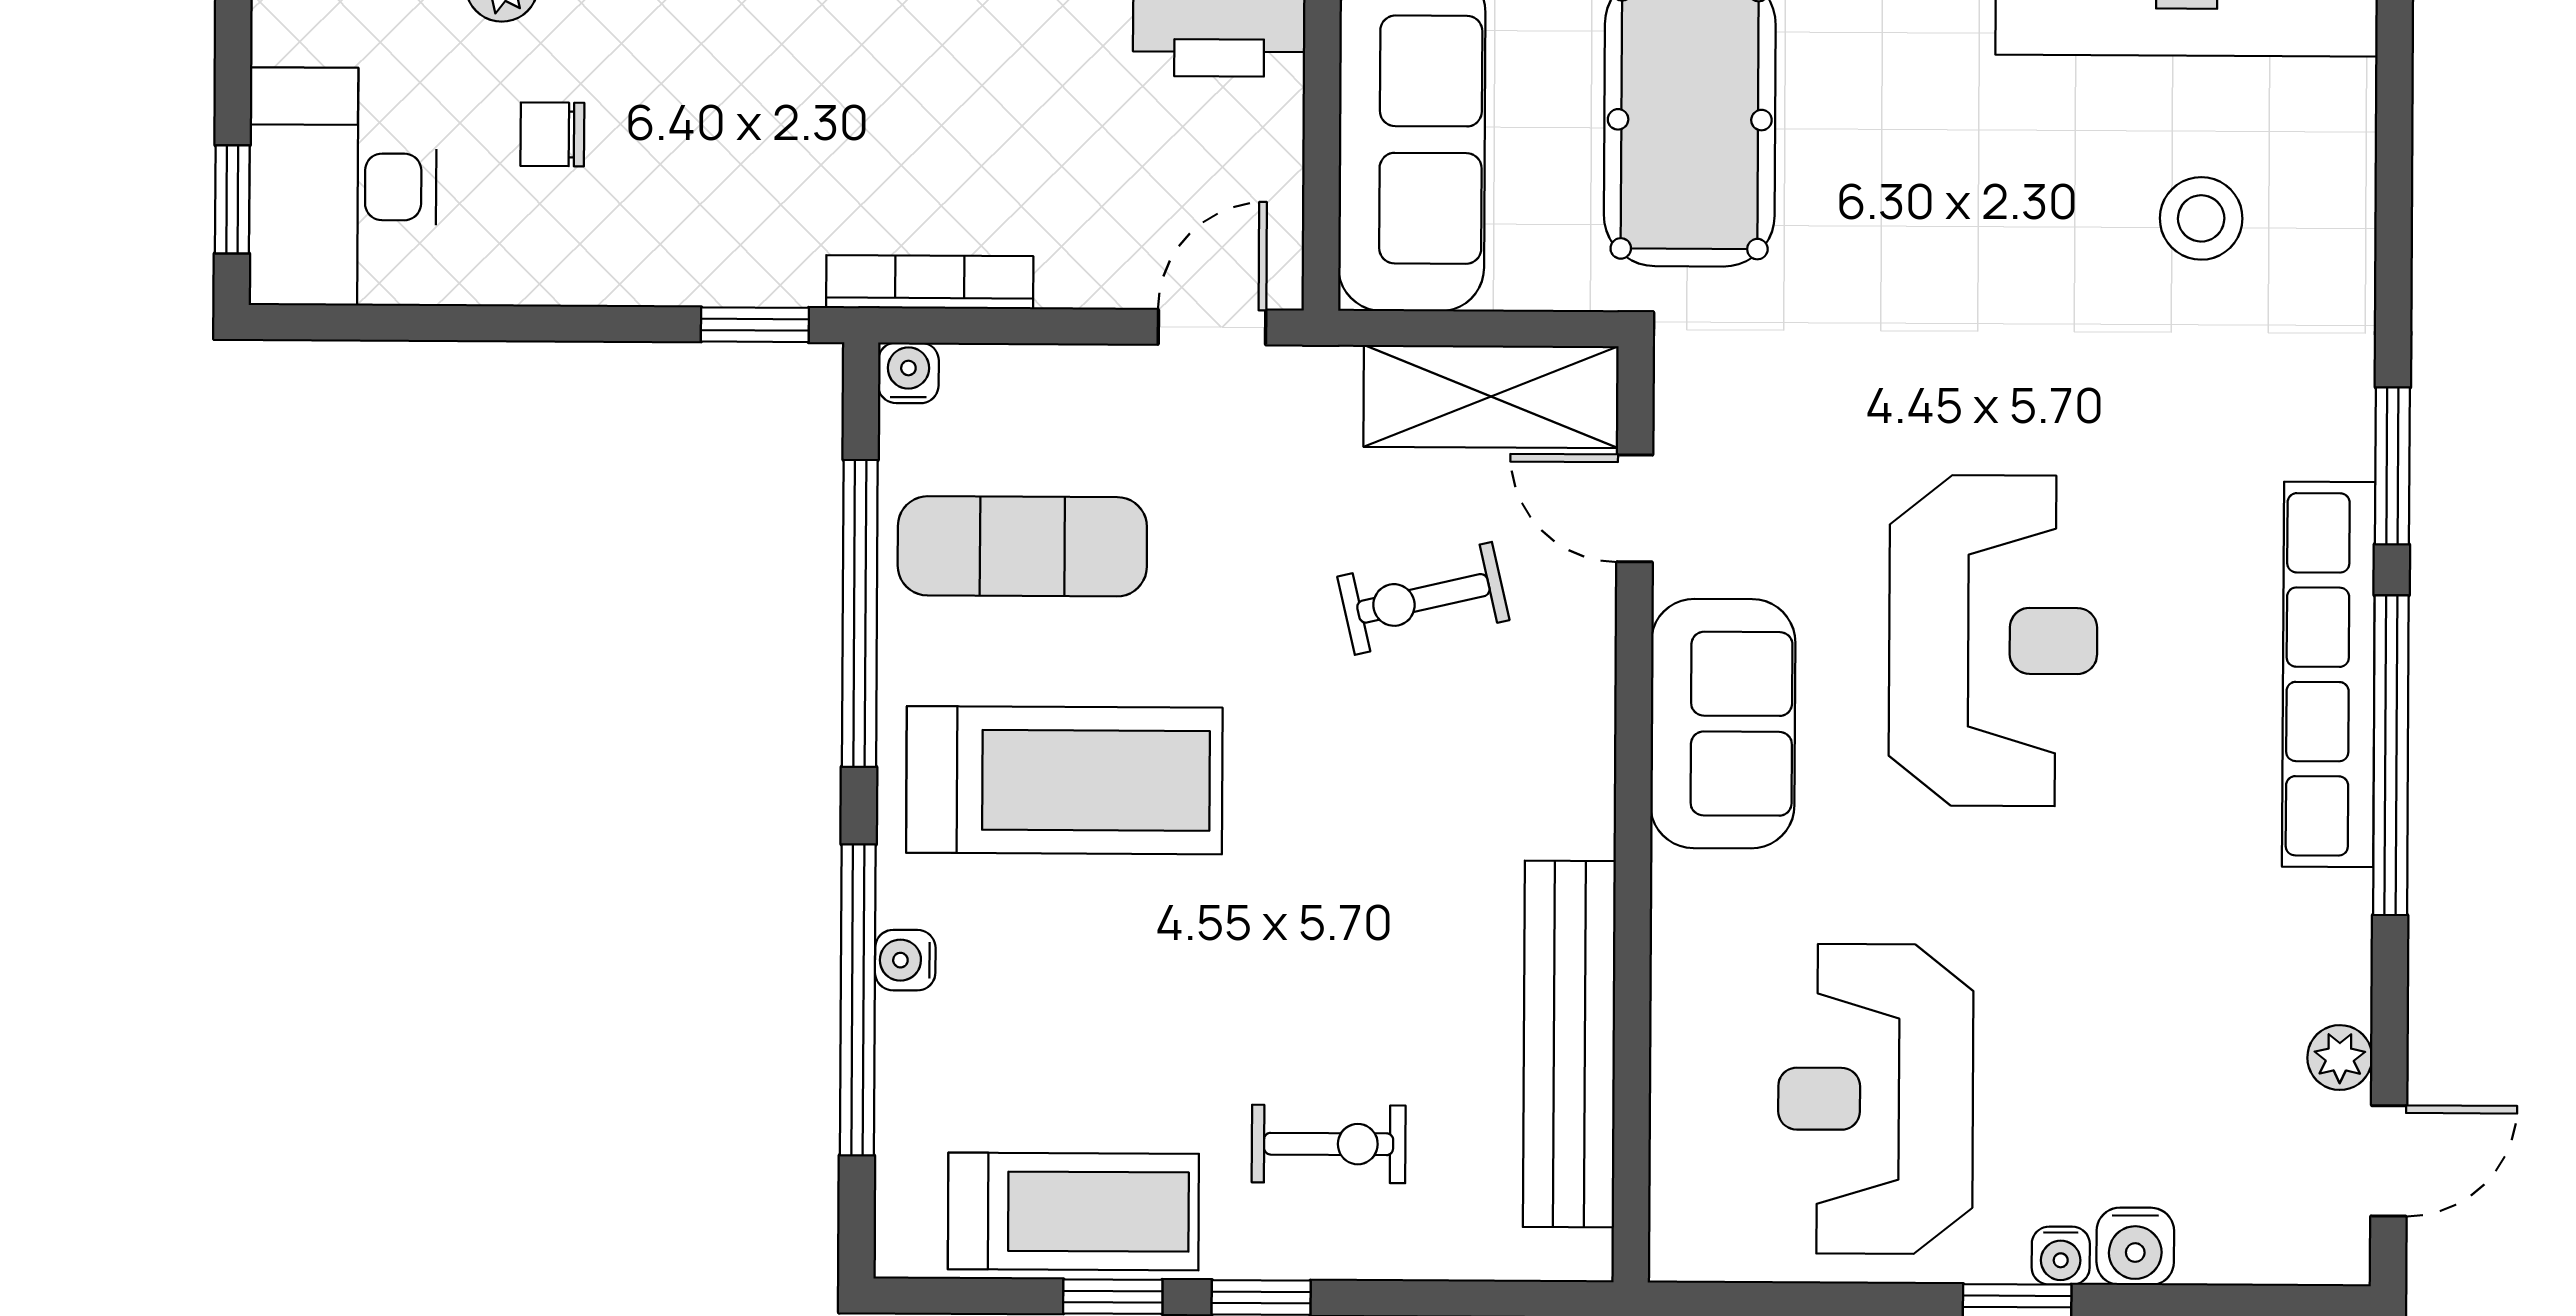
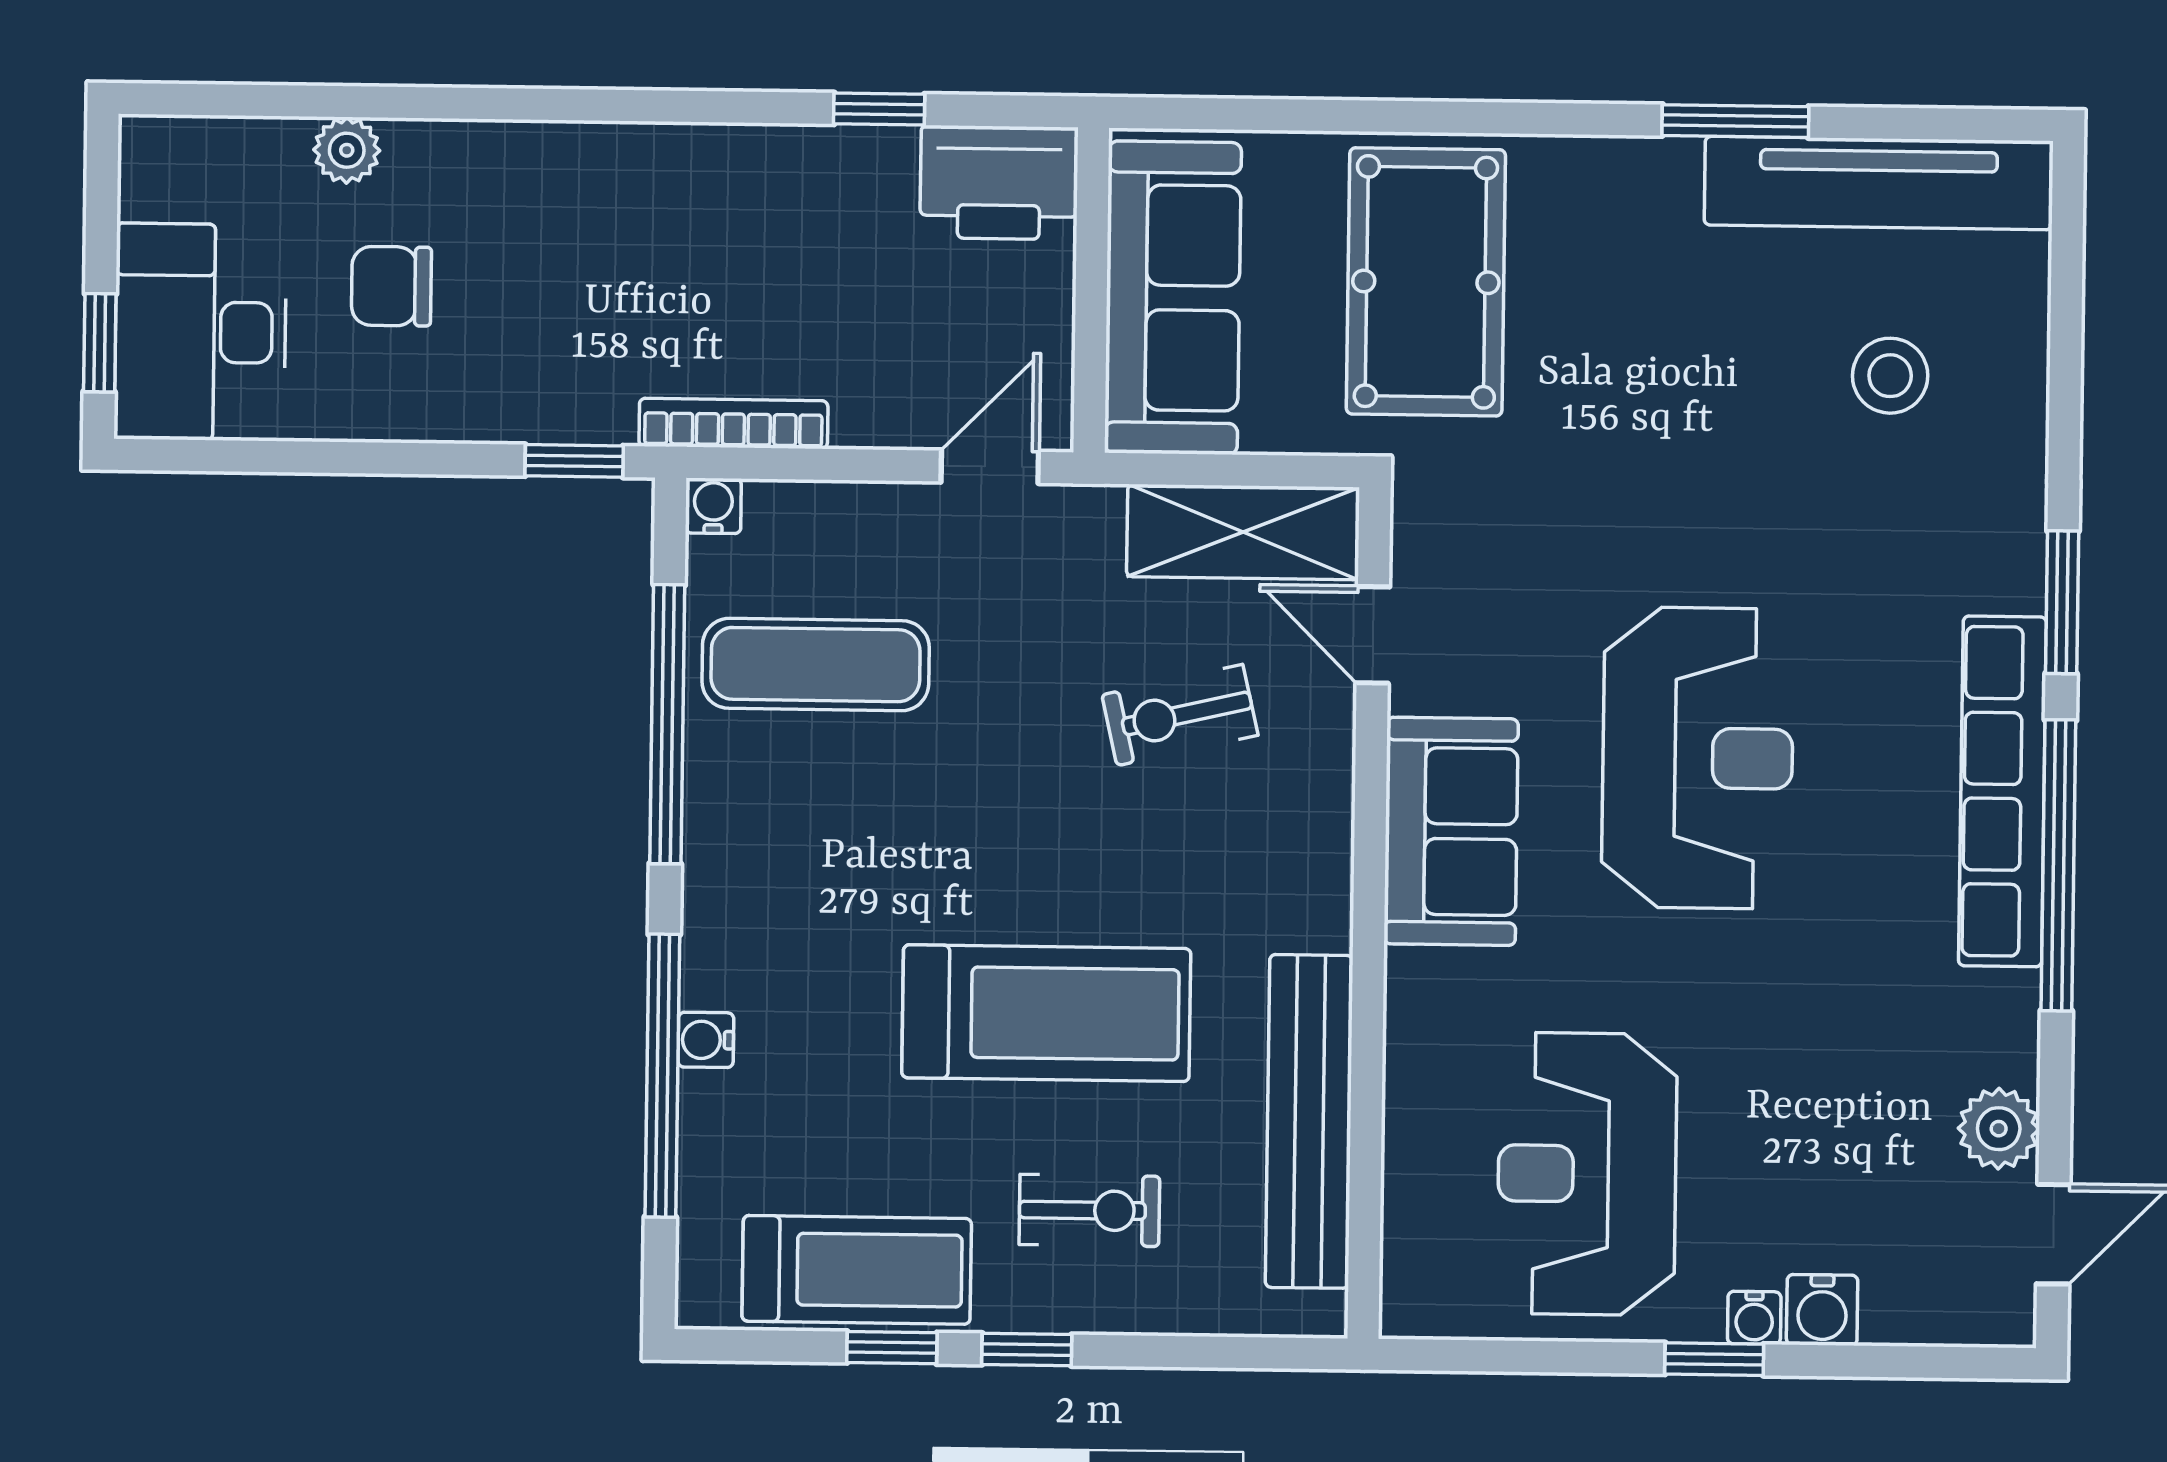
chair: (552, 134) -> (391, 286), width x1.37, depth x1.37
treadmill: (1064, 780) -> (1046, 1013), moved
plant: (2340, 1058) -> (1999, 1129), width x1.38, depth x1.38

